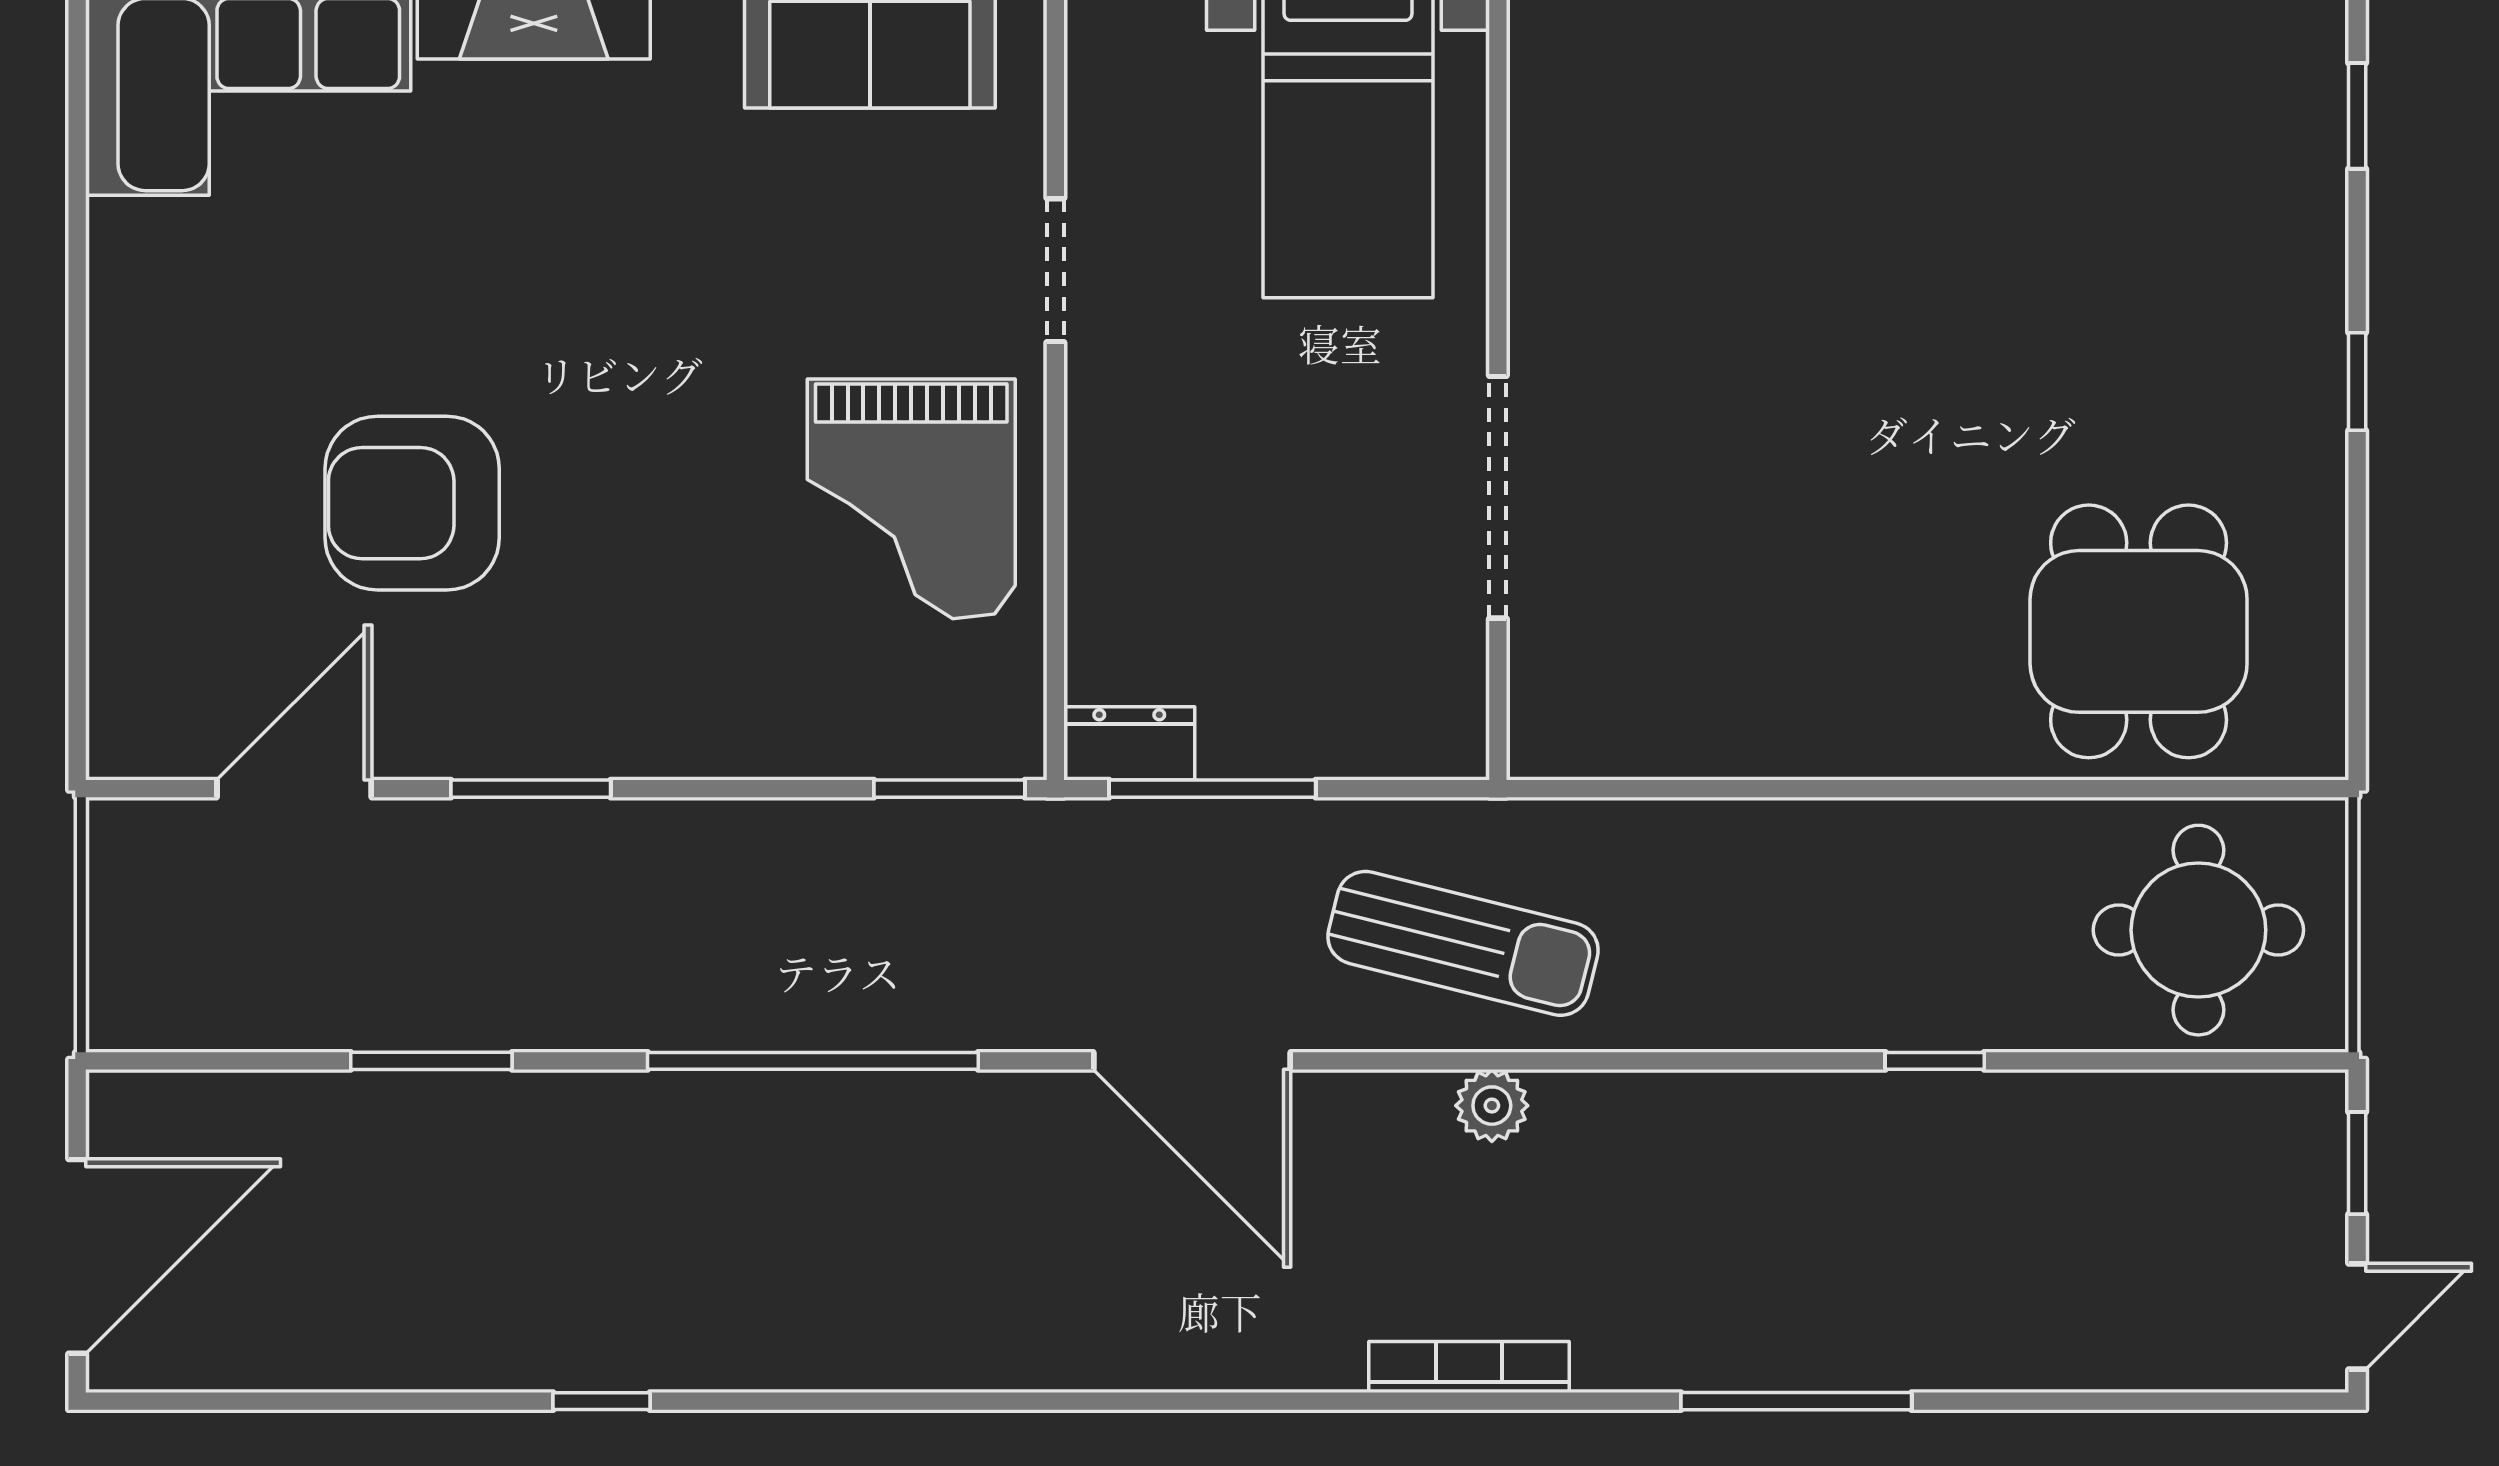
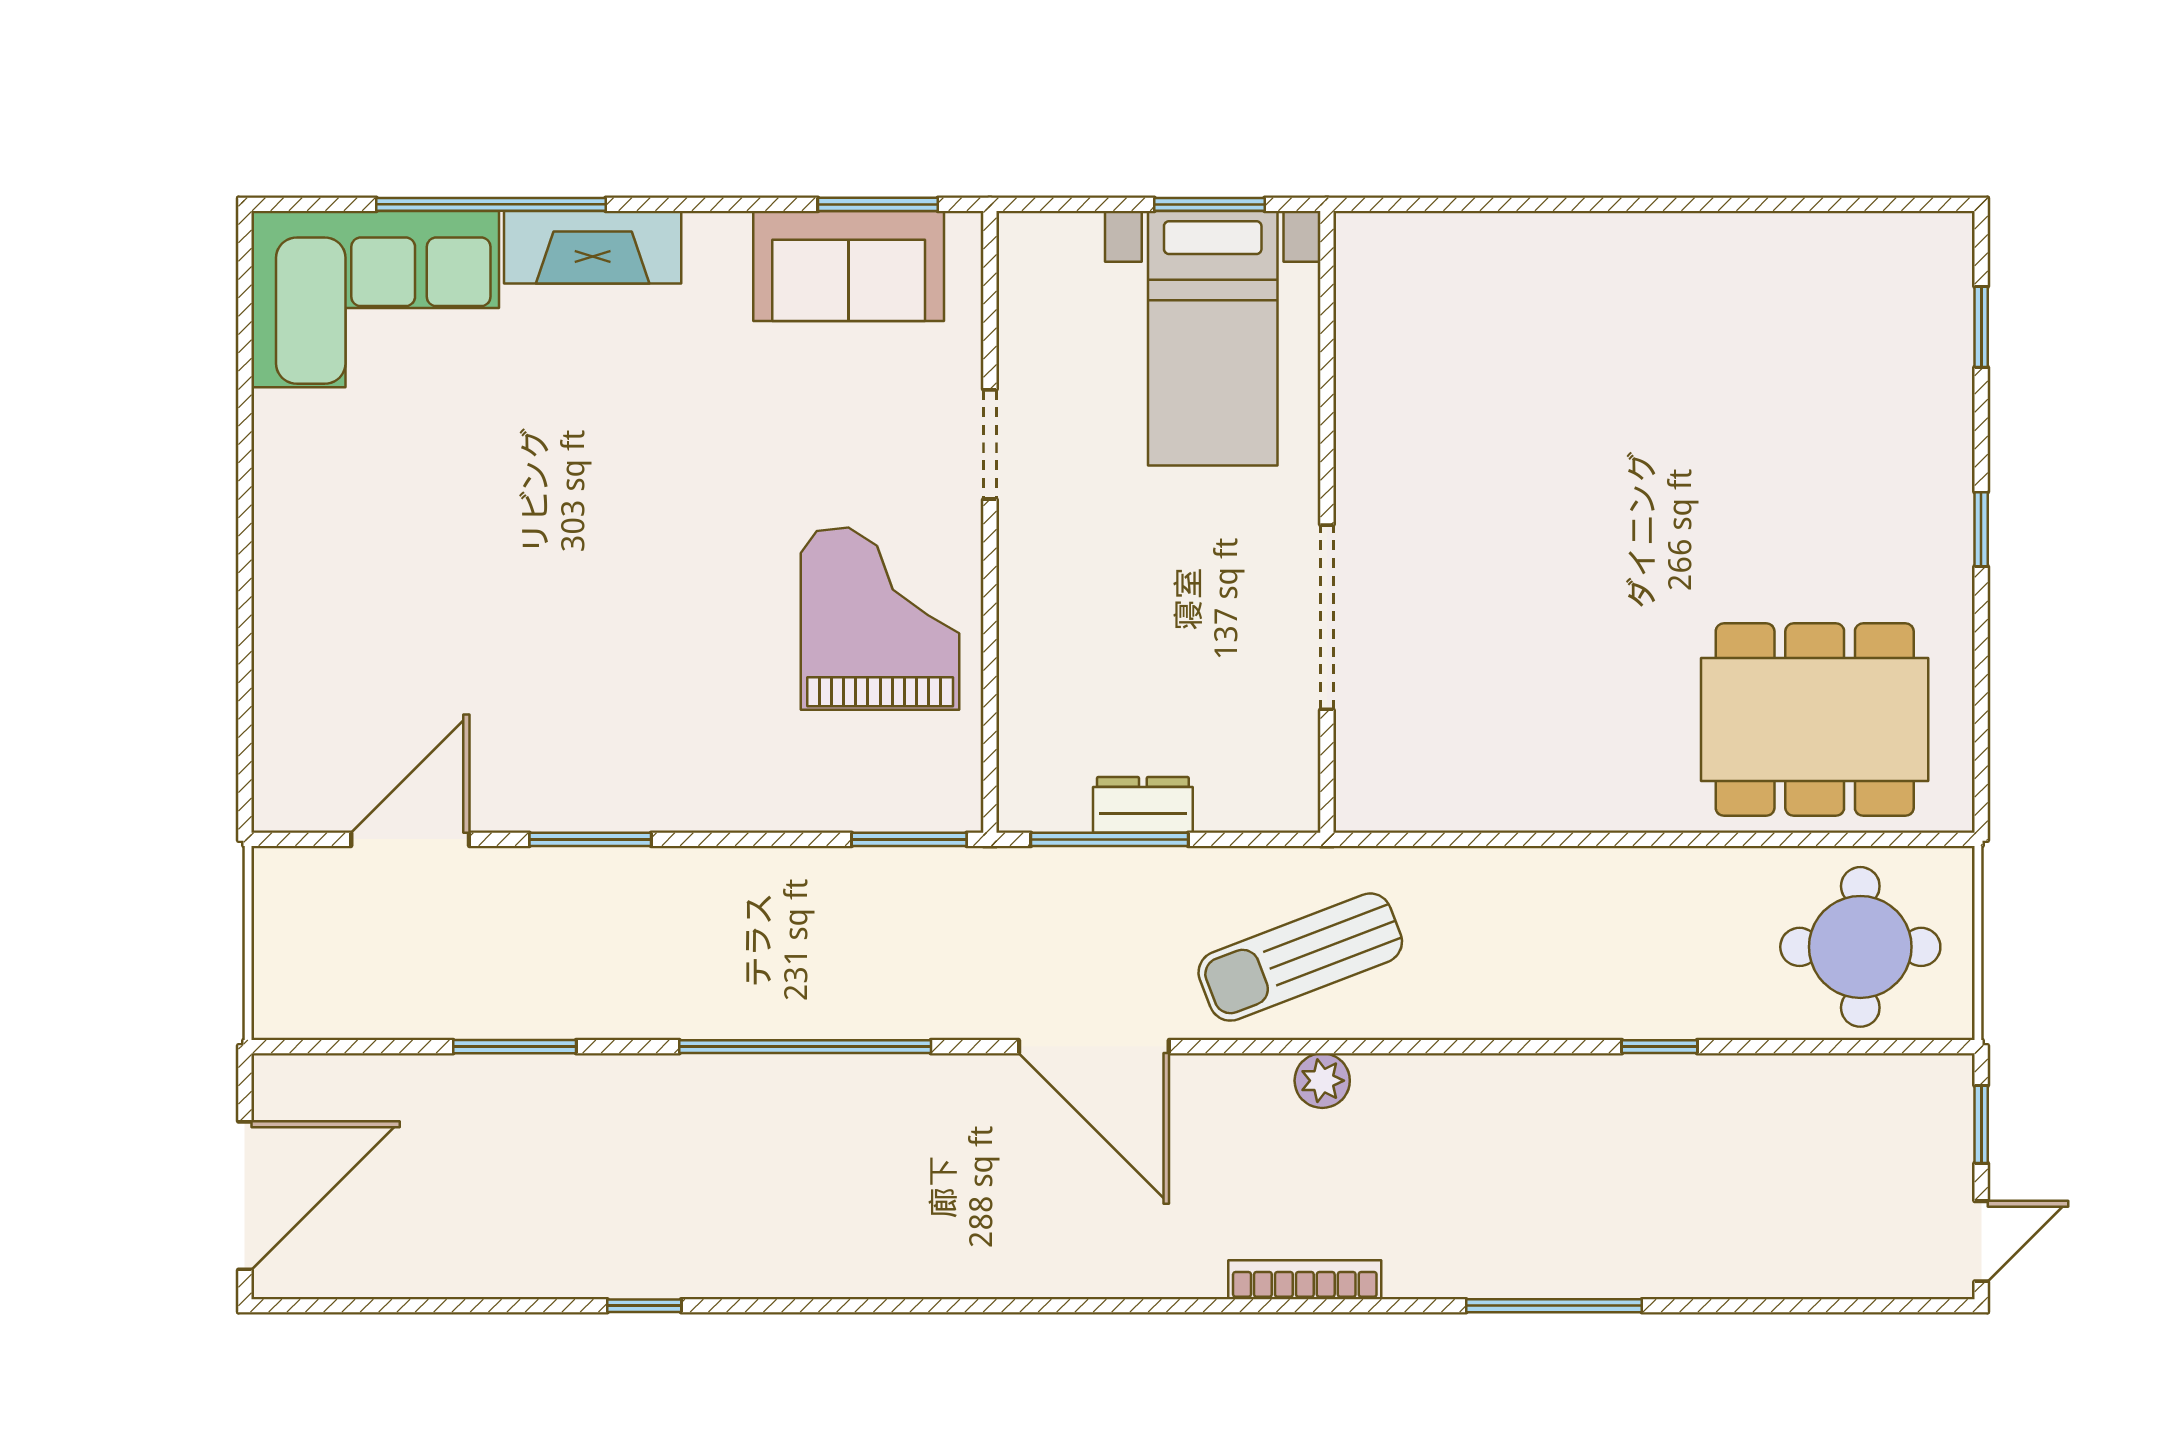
grand piano: (911, 499) -> (880, 619), turned 180
armchair: (412, 503) -> (500, 622), removed
dining table: (2139, 631) -> (1815, 720), width x1.38
dresser: (1129, 743) -> (1143, 805), moved
sun lounger: (1463, 943) -> (1300, 957), turned 145

